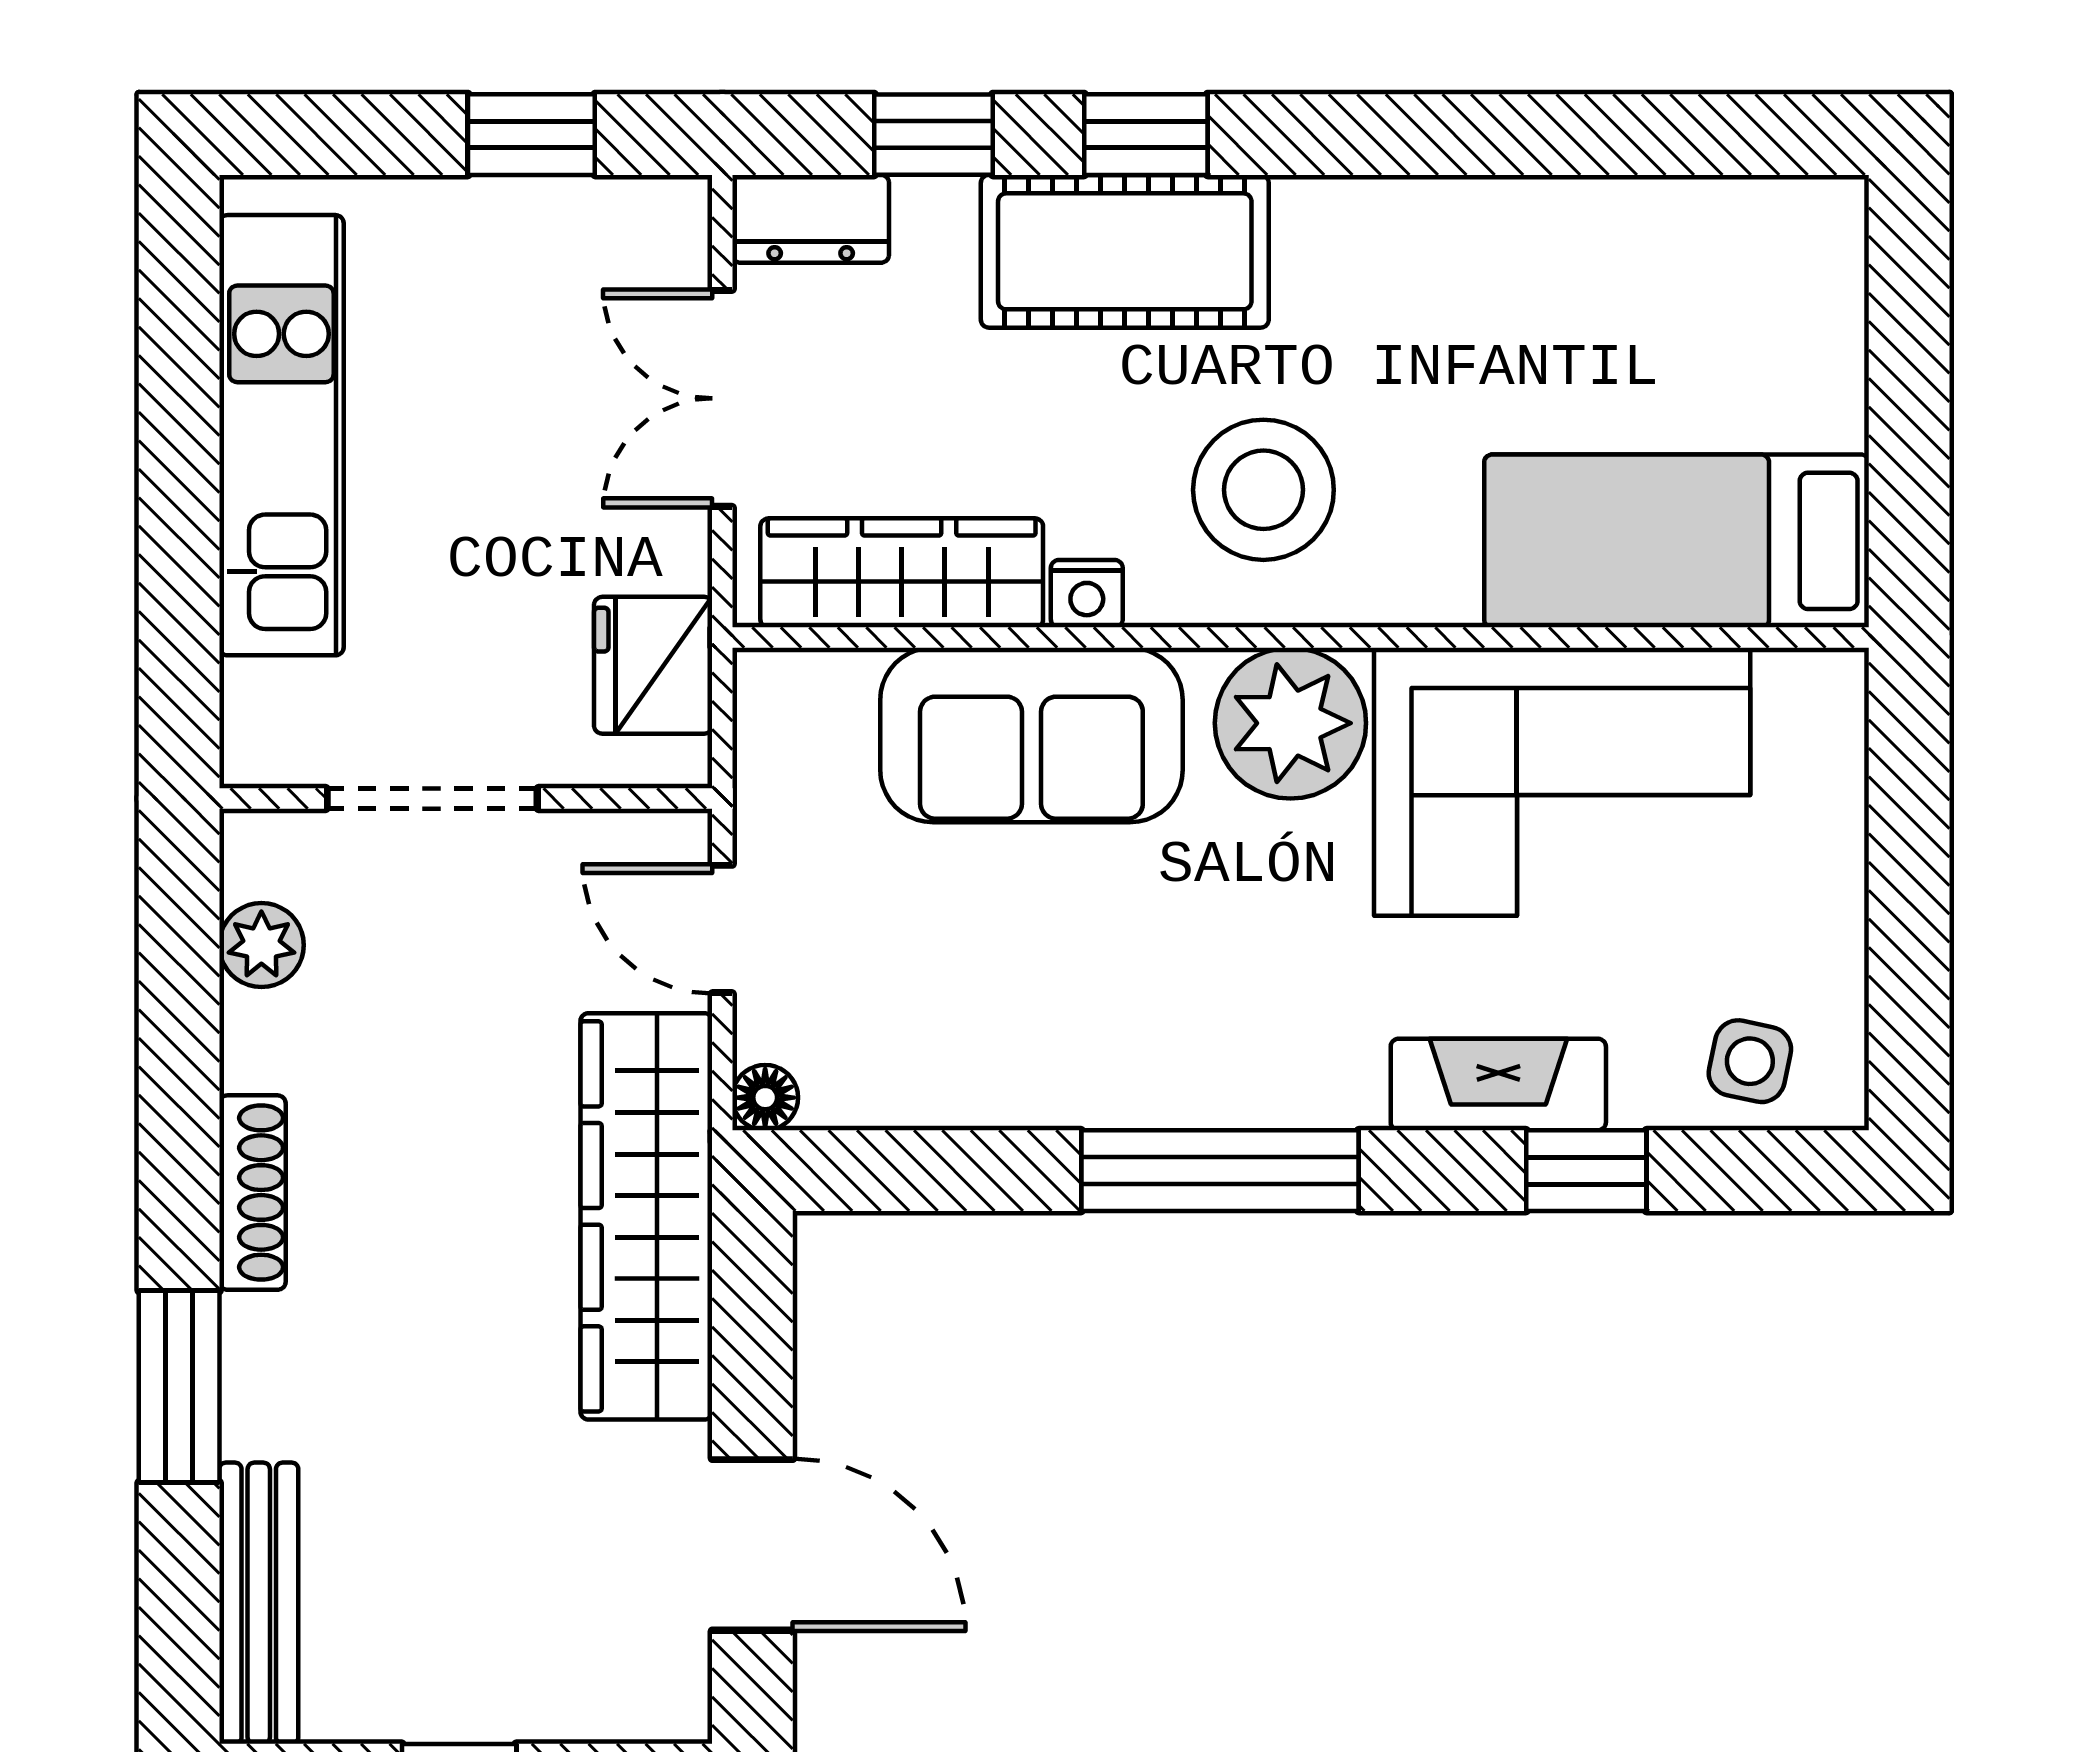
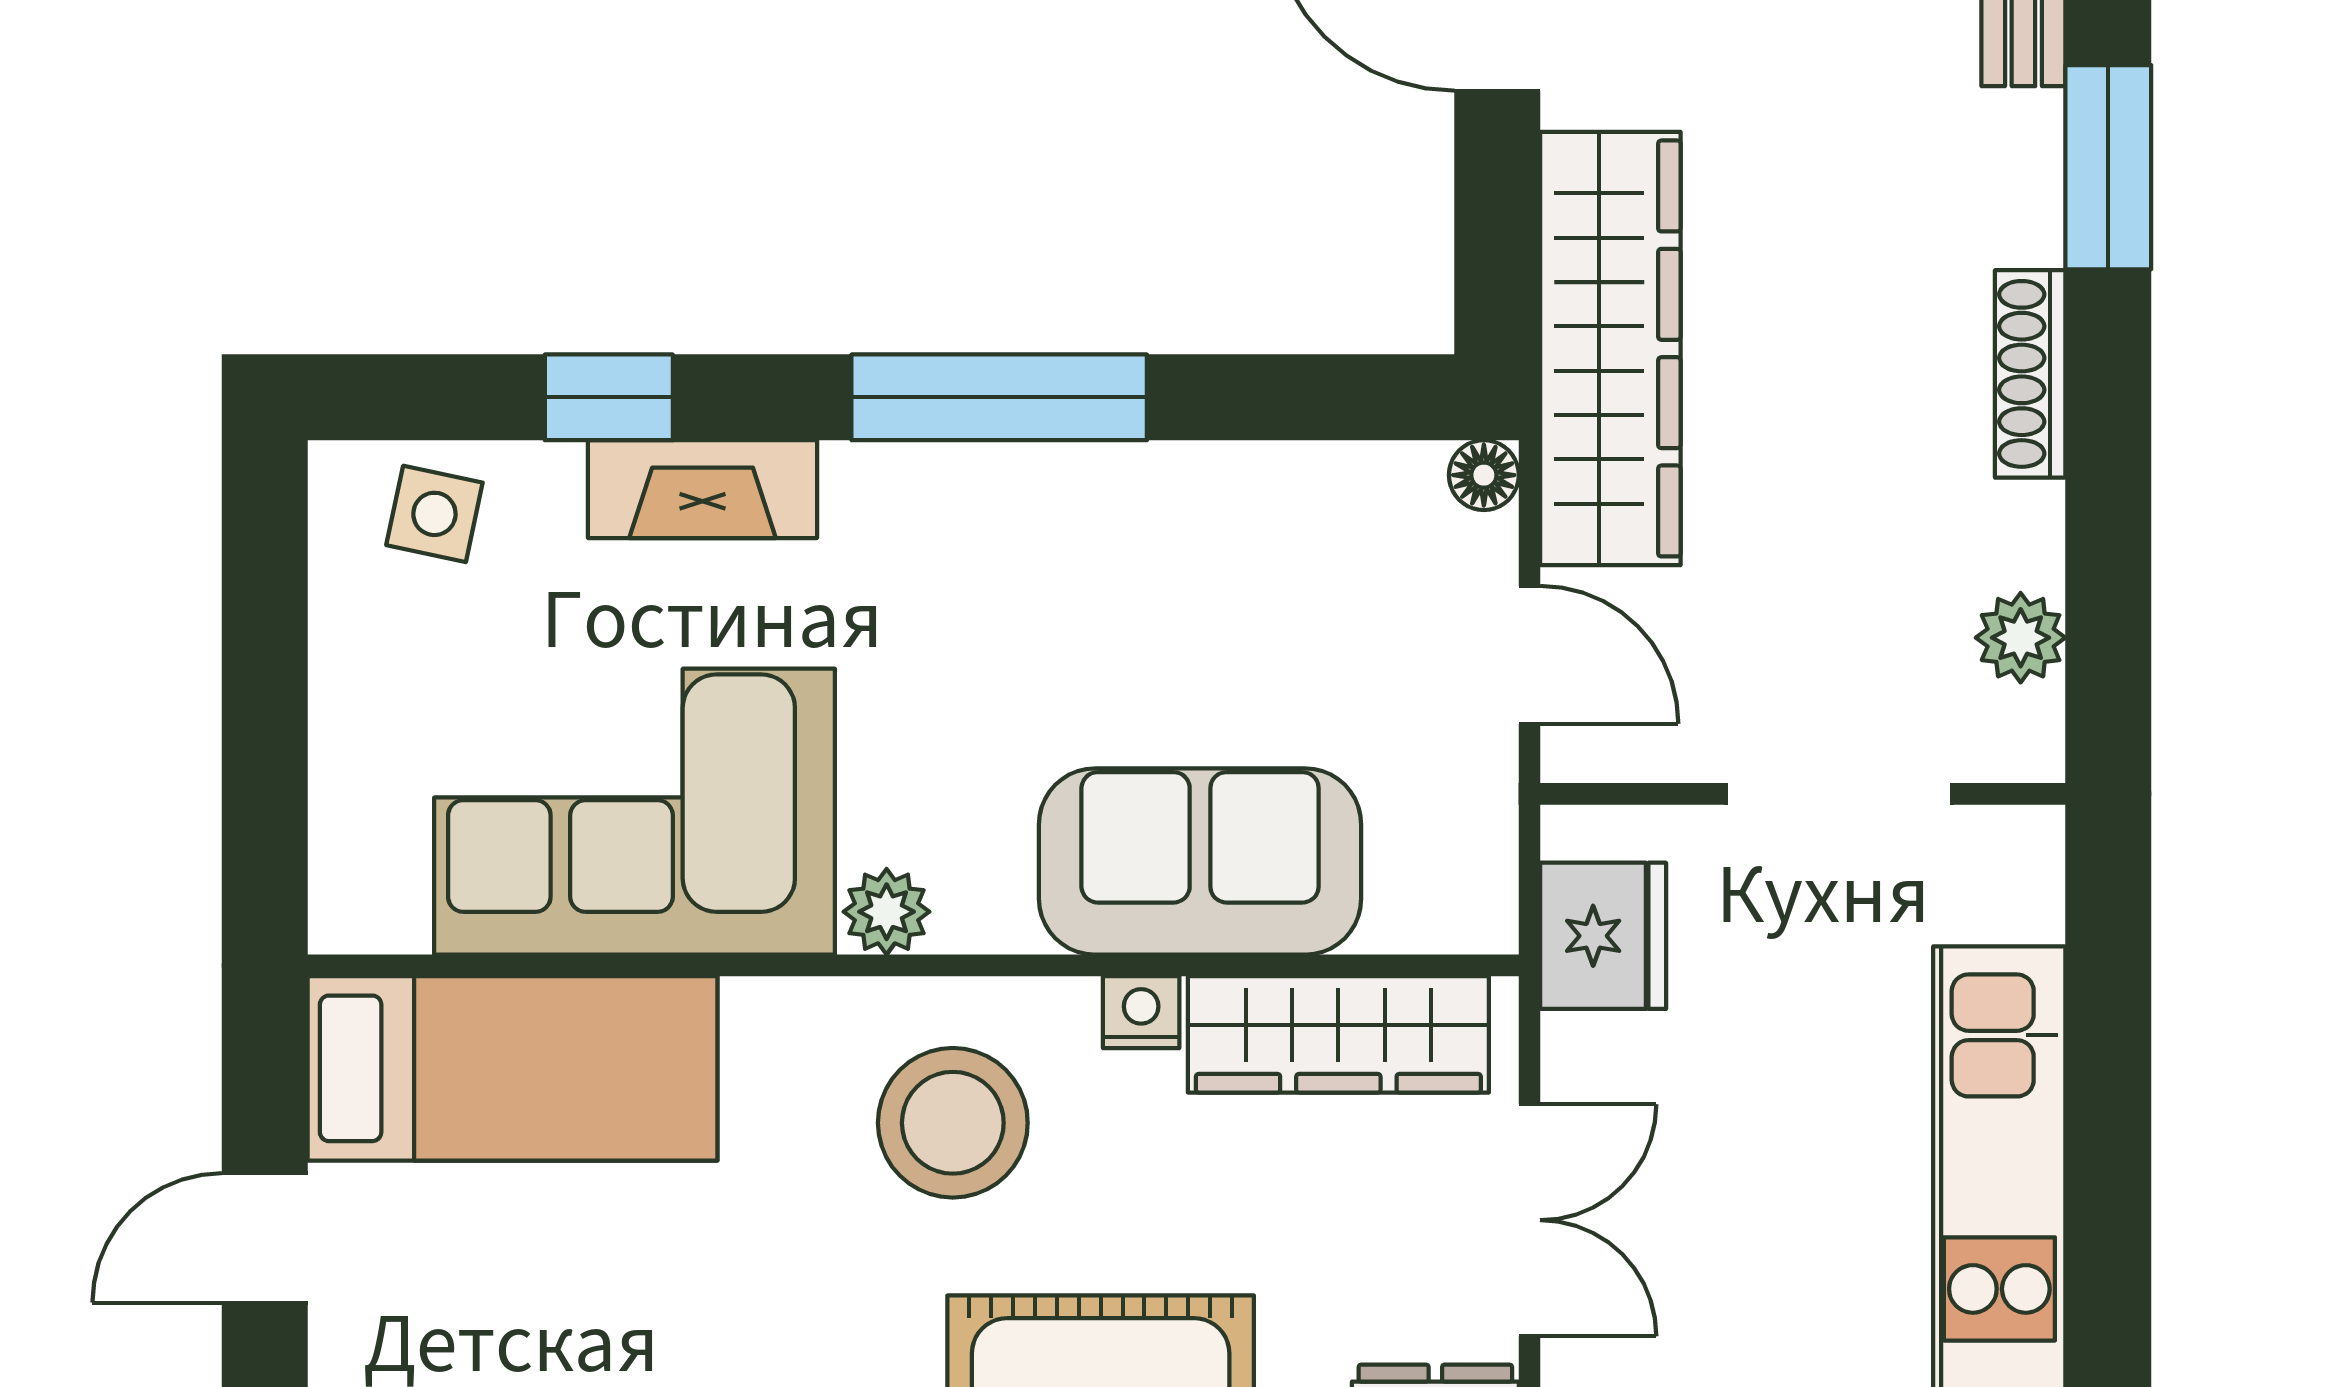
door: (1909, 382) -> (265, 1238), added
plant: (1290, 723) -> (887, 912), width x0.53, depth x0.53

